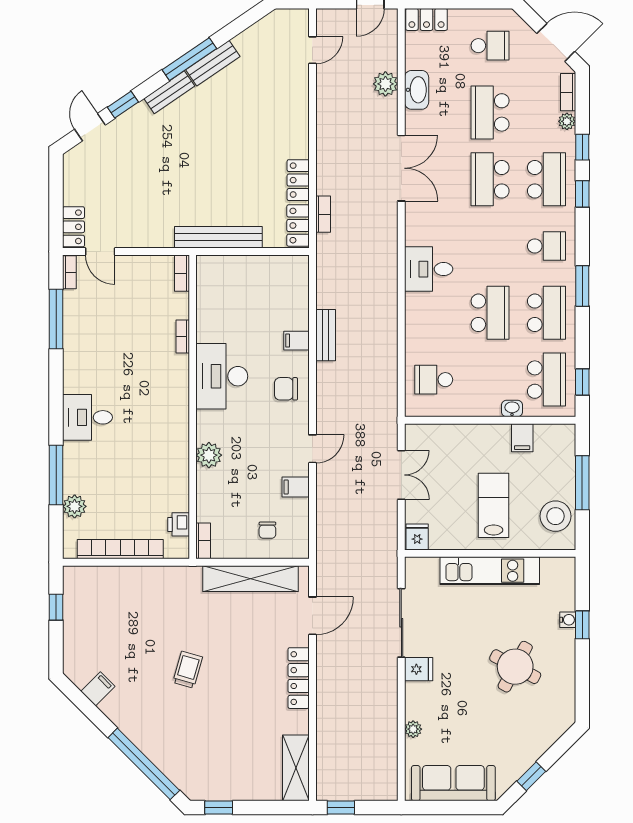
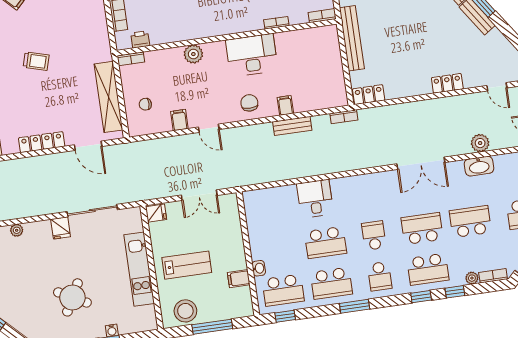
locker: (298, 180) -> (447, 83), moved
bookcase: (323, 214) -> (344, 117), moved
desk: (429, 269) -> (315, 199), moved
school desk: (434, 380) -> (374, 235), moved

